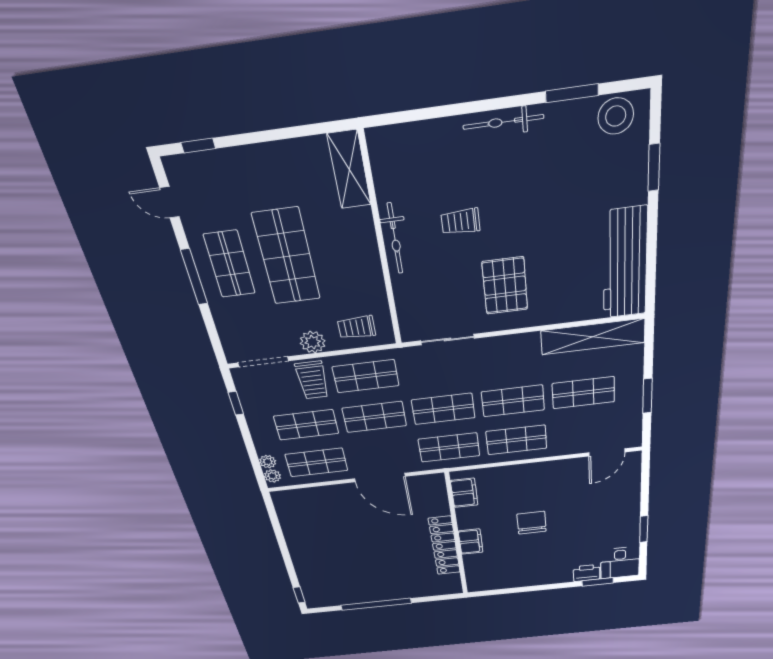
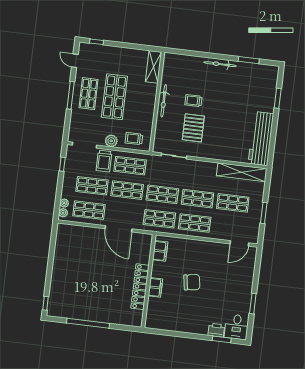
stool: (616, 116) -> (265, 73), removed
pallet: (505, 286) -> (193, 128), moved
chair: (532, 523) -> (192, 282), turned 81

